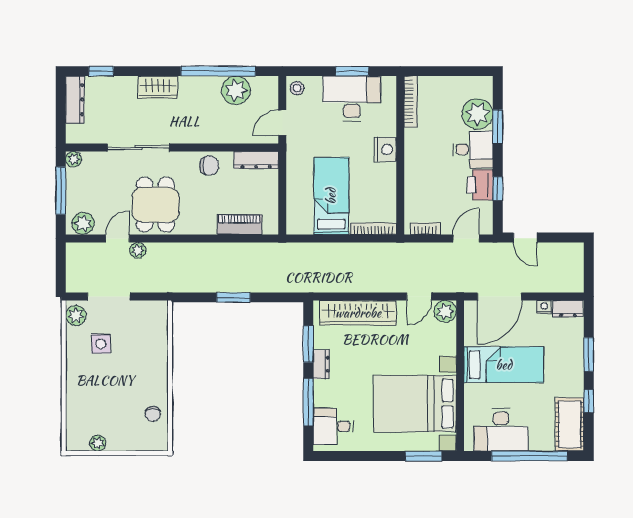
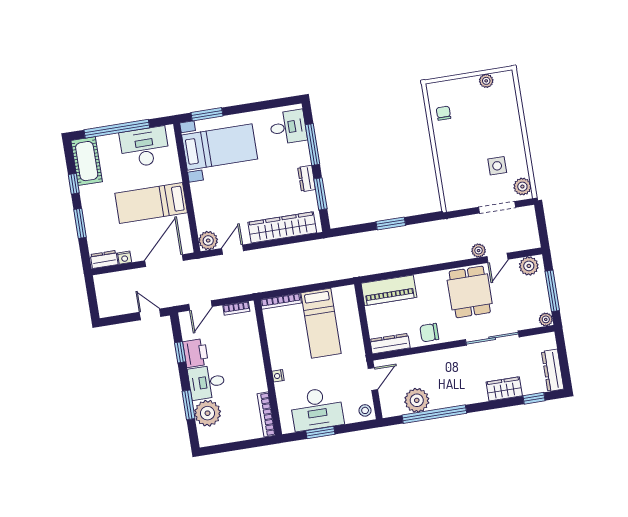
wardrobe: (158, 87) -> (504, 389), moved
nightstand: (385, 149) -> (278, 376), width x0.53, depth x0.56
piano: (239, 225) -> (389, 290), width x1.37, depth x1.33
bed with nightstands: (415, 404) -> (220, 147), width x0.73

